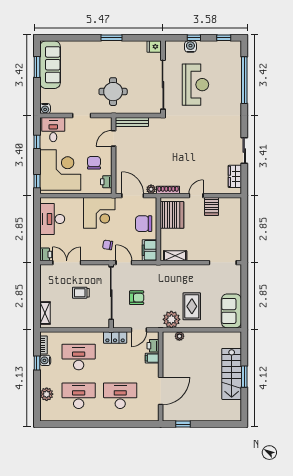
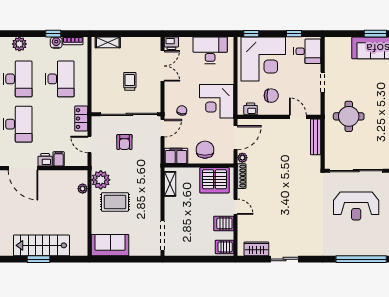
water cooler: (45, 109) -> (330, 42), removed
server rack: (233, 206) -> (224, 247), added
printer: (153, 346) -> (45, 160), moved

